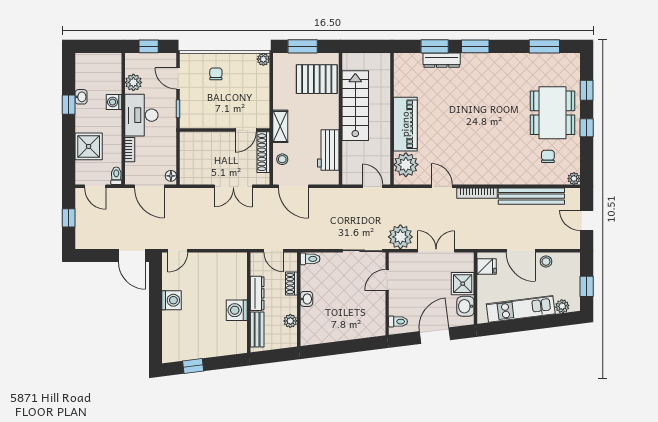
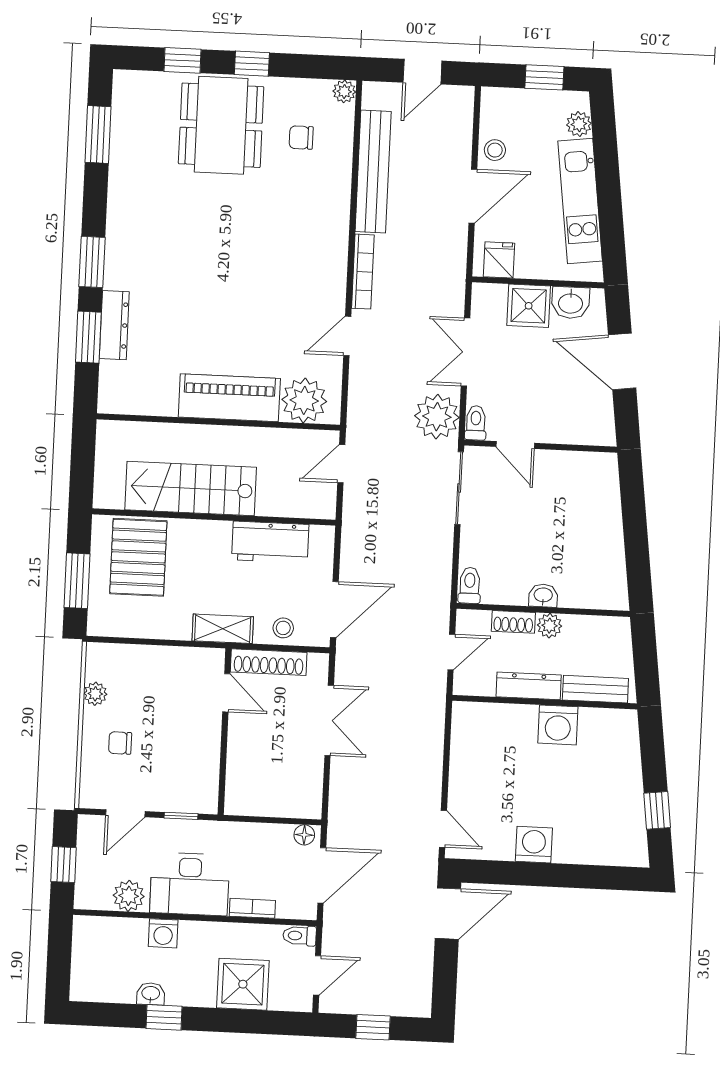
plant: (263, 59) -> (95, 694), moved
dining table: (553, 113) -> (221, 125), turned 90
plant: (290, 321) -> (549, 626), moved
toilet: (398, 322) -> (476, 423), moved

